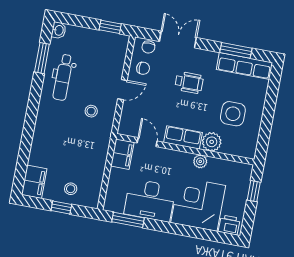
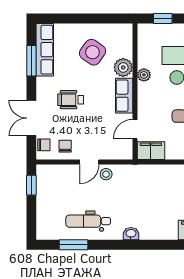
washbasin: (59, 30) -> (131, 234), moved
dental chair: (63, 77) -> (88, 221), turned 180
wheelchair: (189, 83) -> (71, 100), turned -90
door: (122, 90) -> (89, 162), swing flipped
stool: (91, 111) -> (106, 174), moved
side table: (233, 114) -> (93, 52), turned 35

